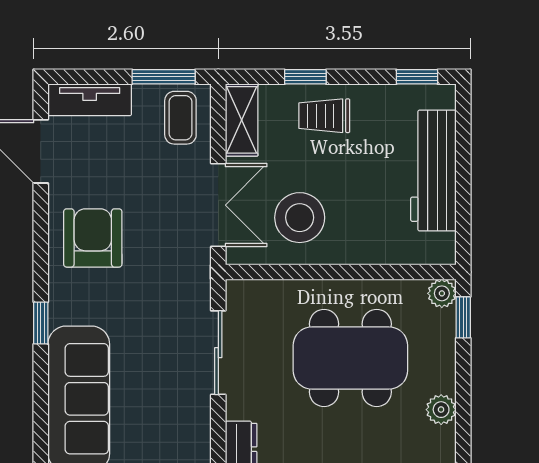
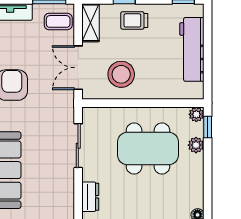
coffee table: (180, 118) -> (58, 21), turned 90
double door: (218, 205) -> (78, 68), swing flipped
plant: (441, 410) -> (196, 145), moved

